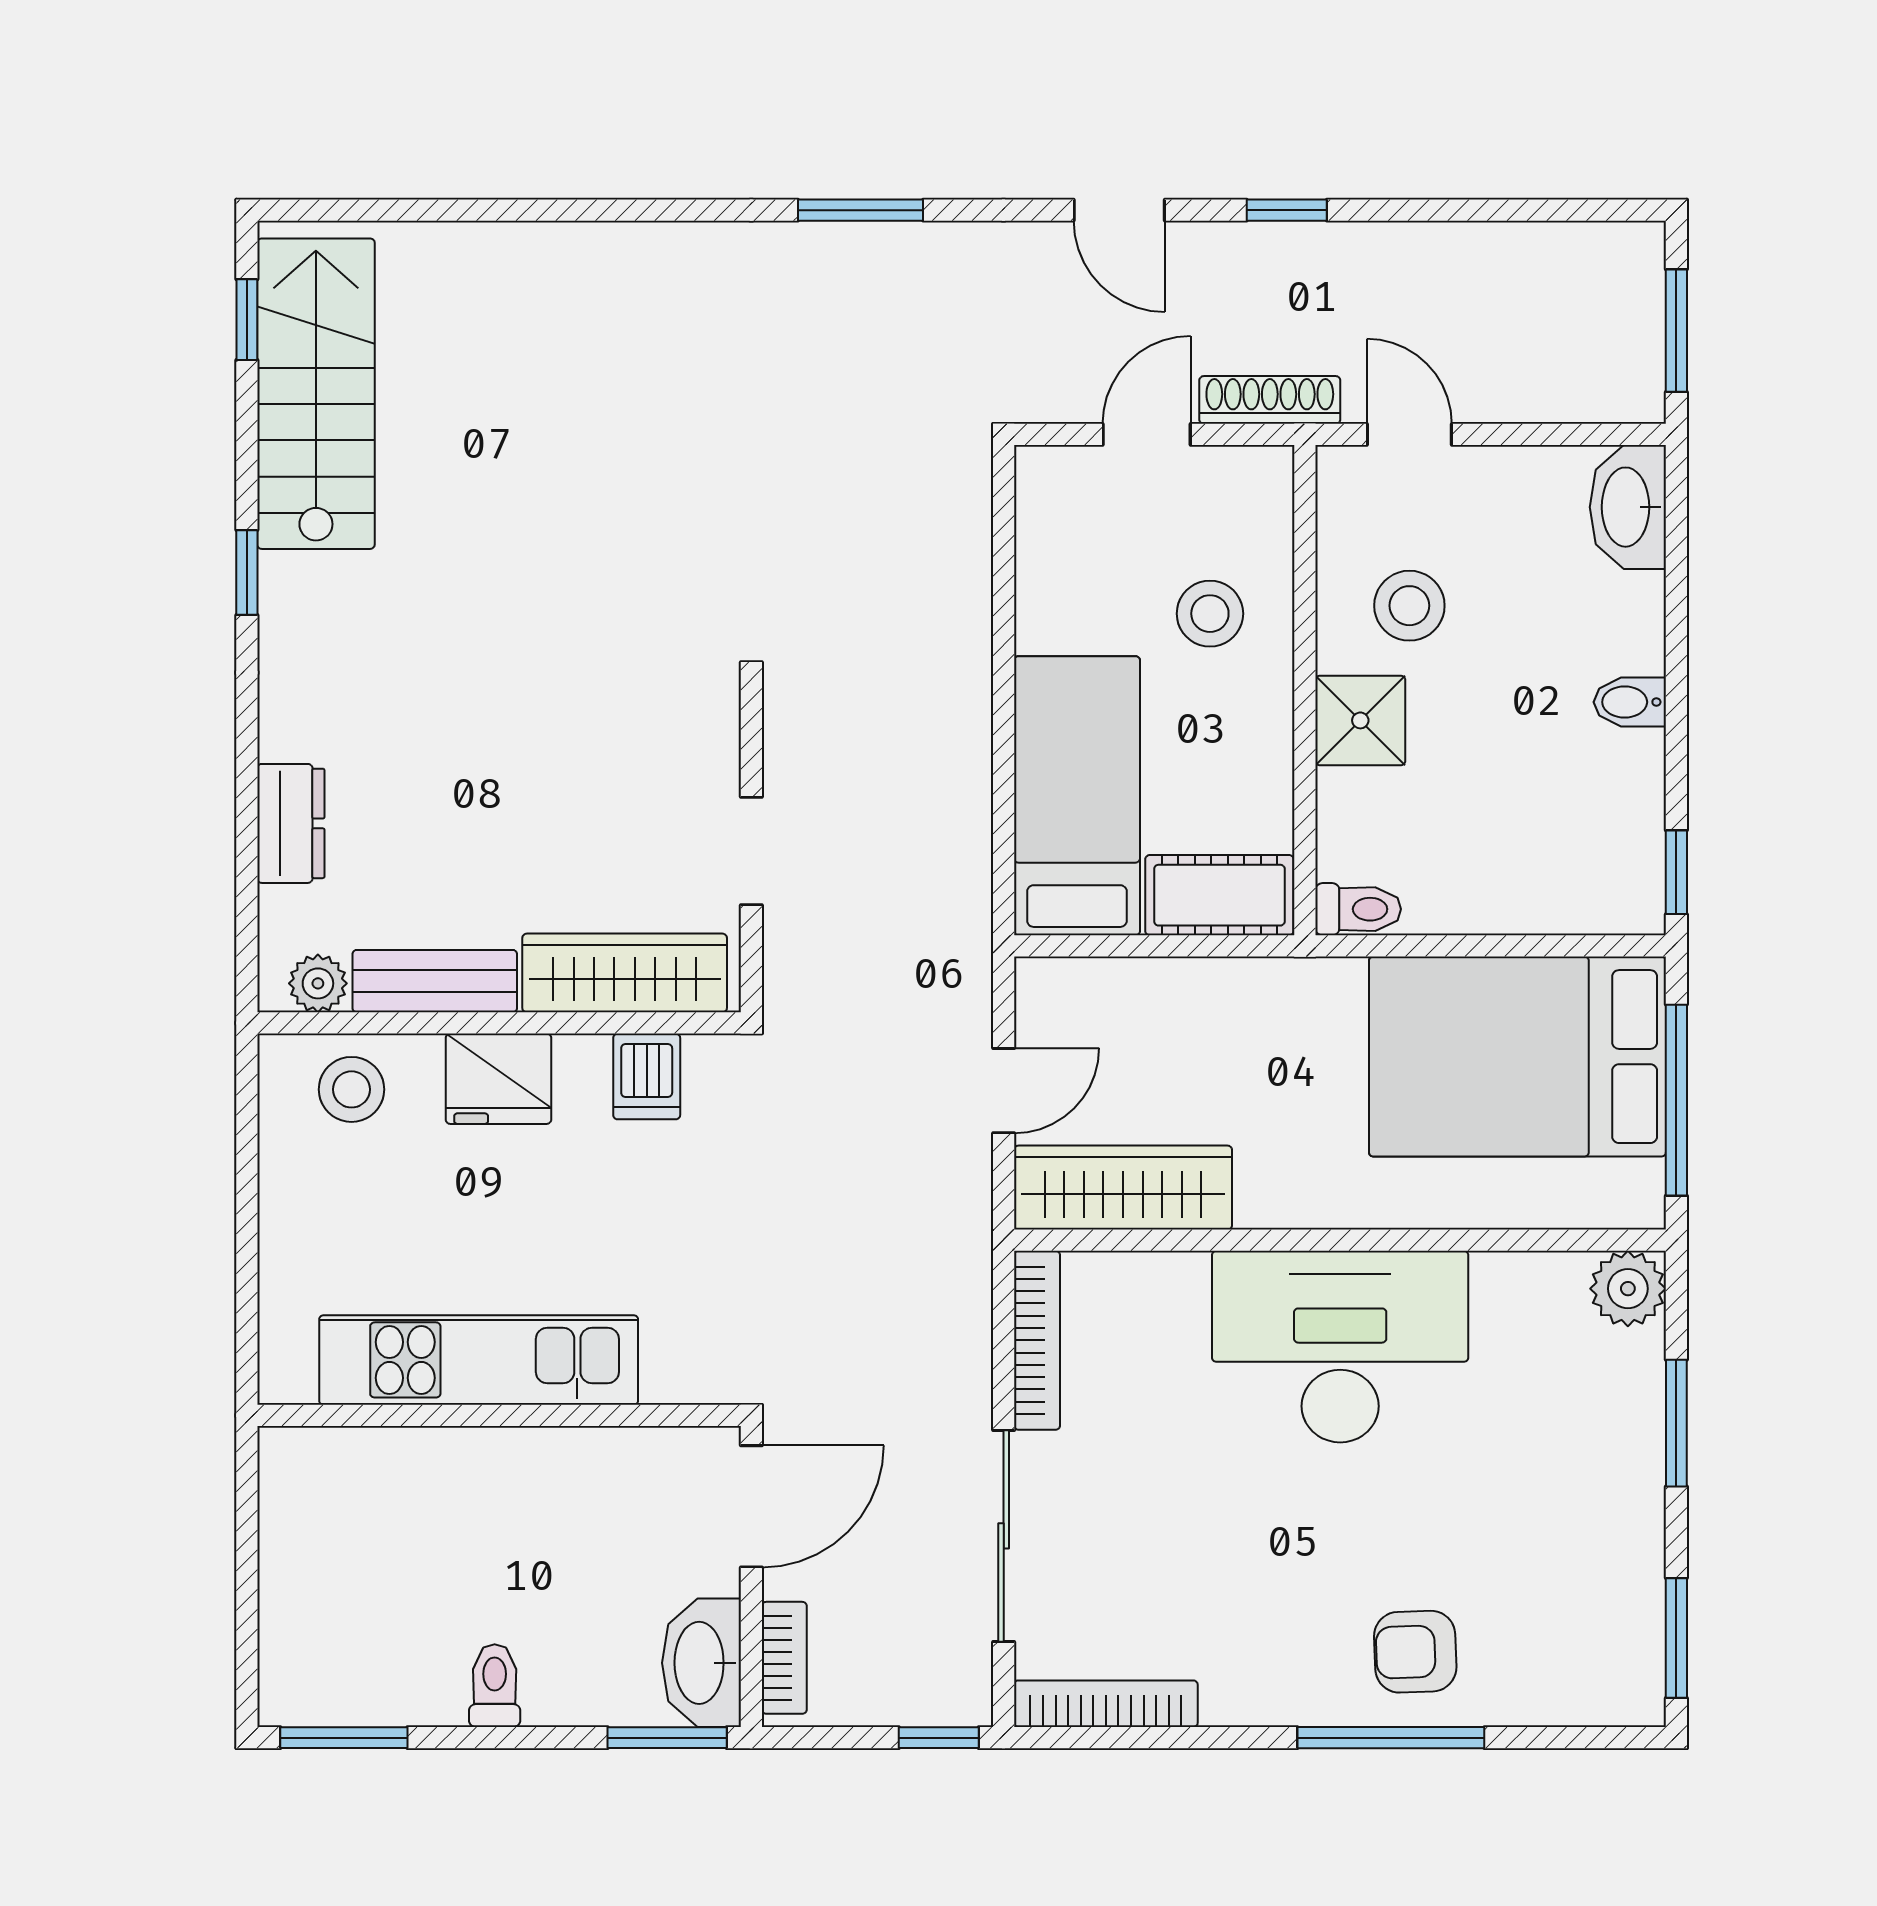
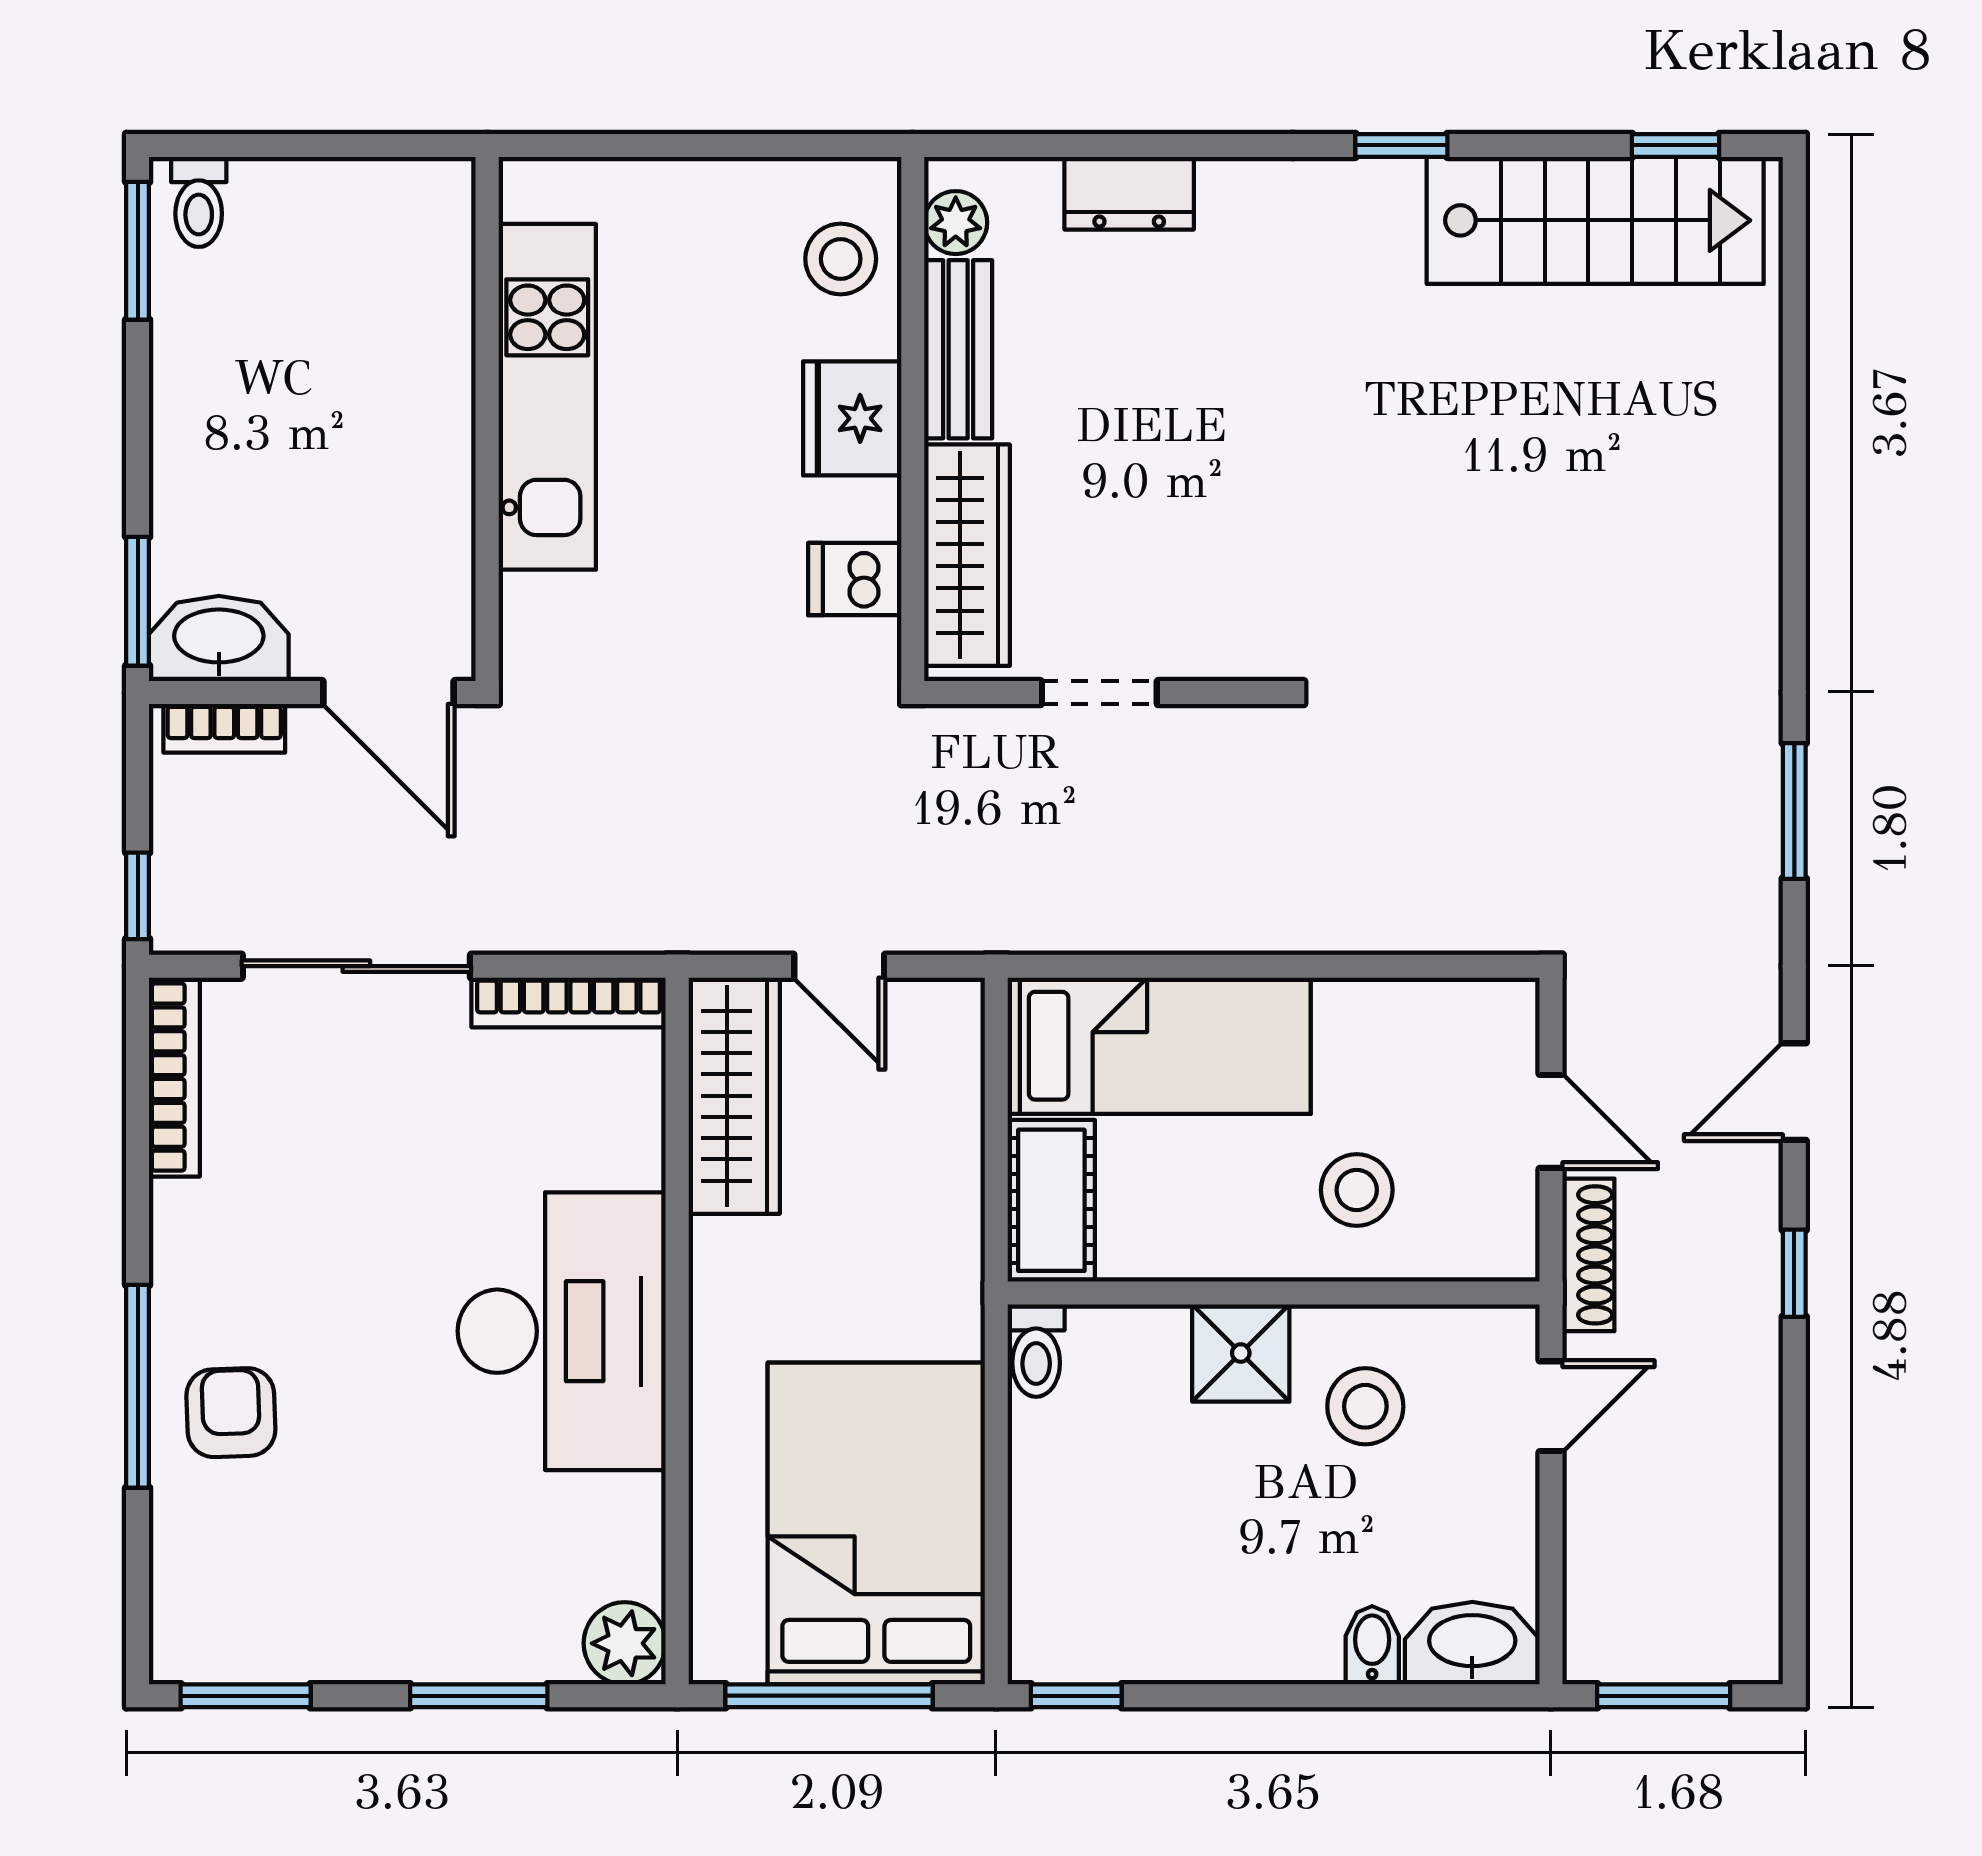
bidet: (1630, 702) -> (1372, 1645), moved
toilet: (495, 1686) -> (199, 202), moved, turned 90

